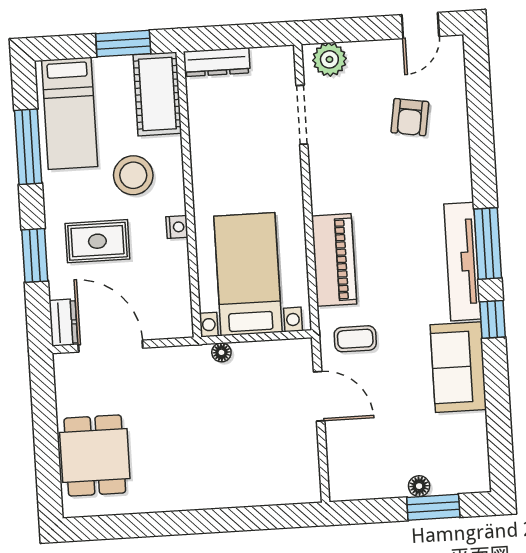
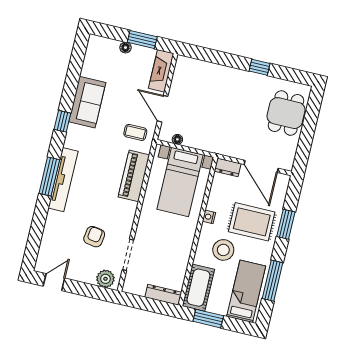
armchair: (410, 117) -> (94, 237), moved
rug: (97, 241) -> (252, 222), width x1.36, depth x1.43
window: (488, 243) -> (49, 177), moved
tv unit: (462, 262) -> (63, 180), moved
dresser: (63, 322) -> (228, 167), moved, turned -90
floor lamp: (221, 352) -> (177, 139), moved
fireplace: (342, 464) -> (161, 71), added
window: (433, 507) -> (142, 39), moved
window: (167, 523) -> (260, 67), added

